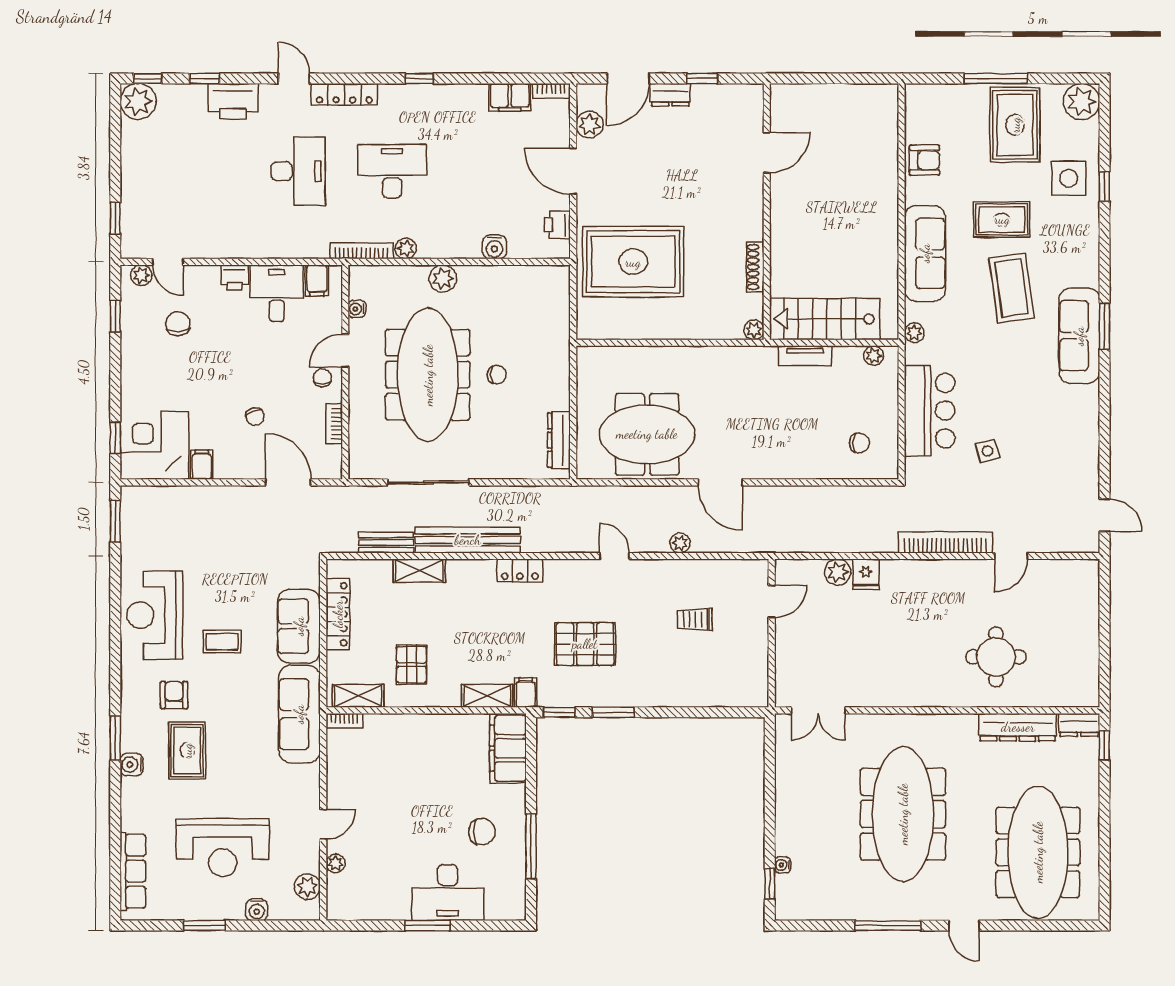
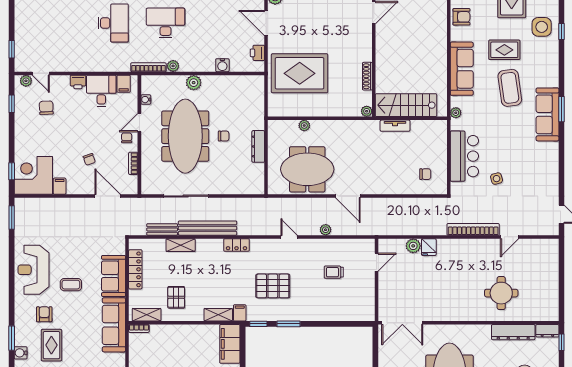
plant: (873, 356) -> (304, 126), moved
dresser: (559, 440) -> (258, 146), moved
double door: (818, 710) -> (402, 323), width x1.37

